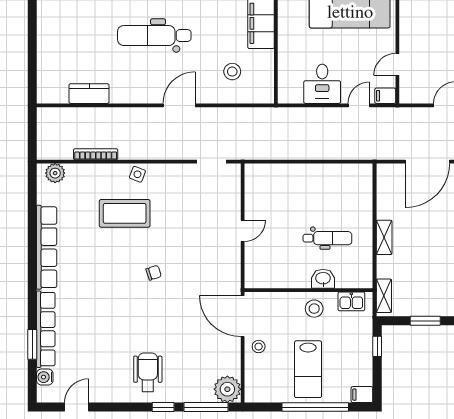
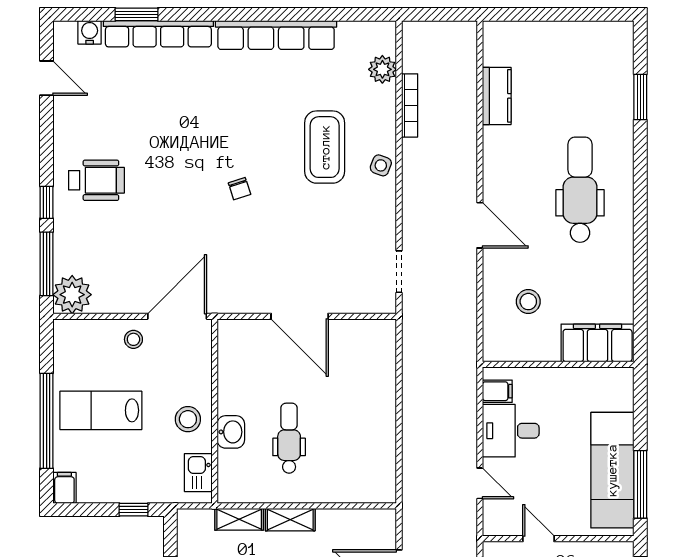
filing cabinet: (385, 96) -> (497, 391), moved, turned 90
plant: (55, 173) -> (382, 69), moved
door: (243, 231) -> (300, 316), width x1.87
dental chair: (327, 238) -> (289, 438), turned 180
shelving: (384, 296) -> (239, 519), moved

